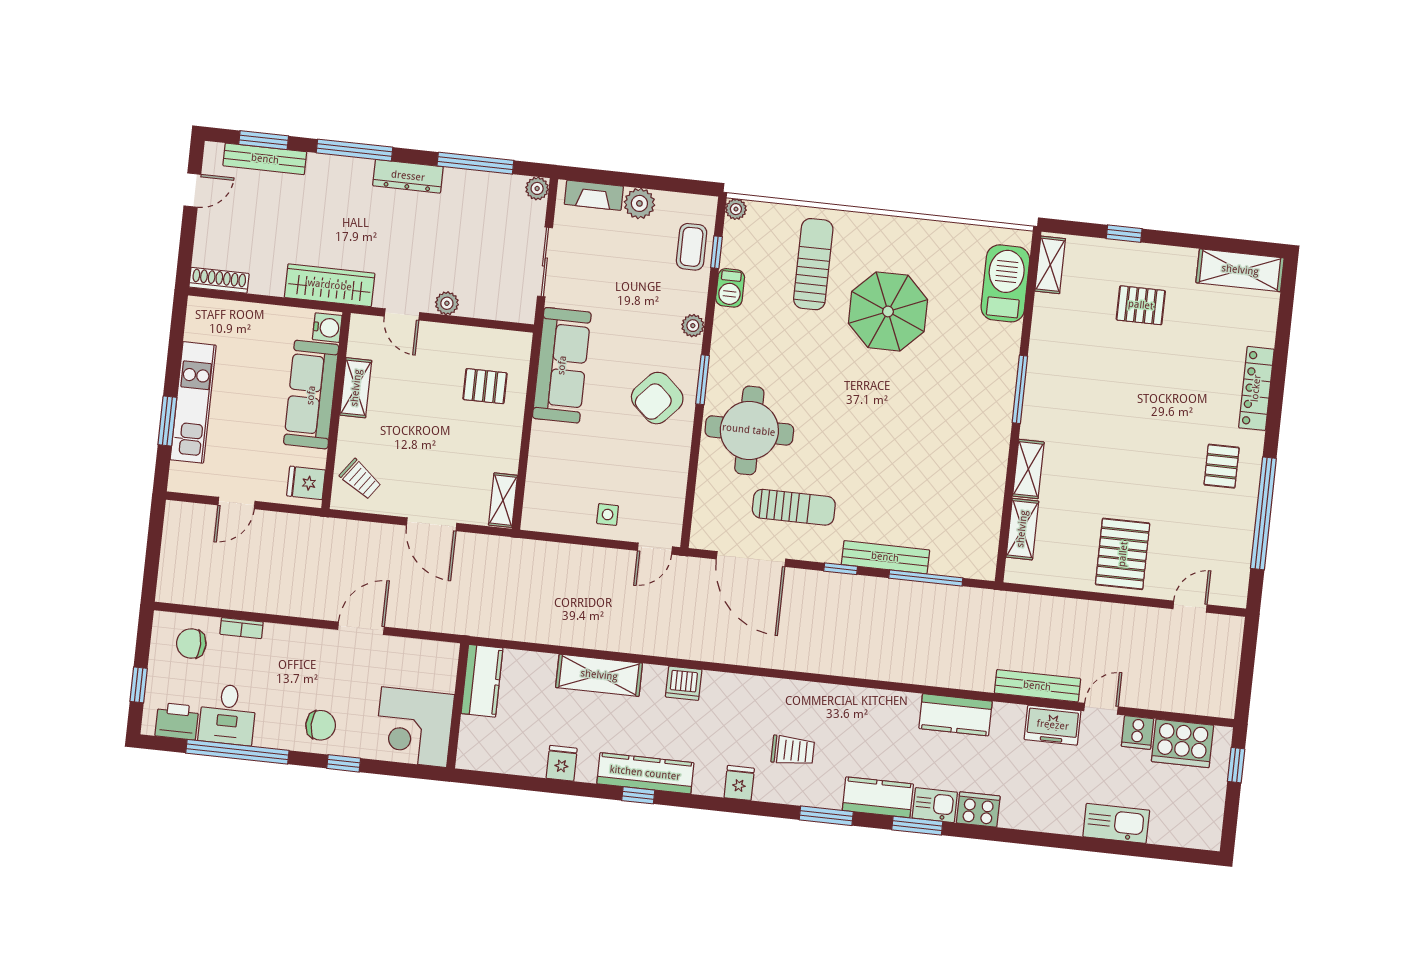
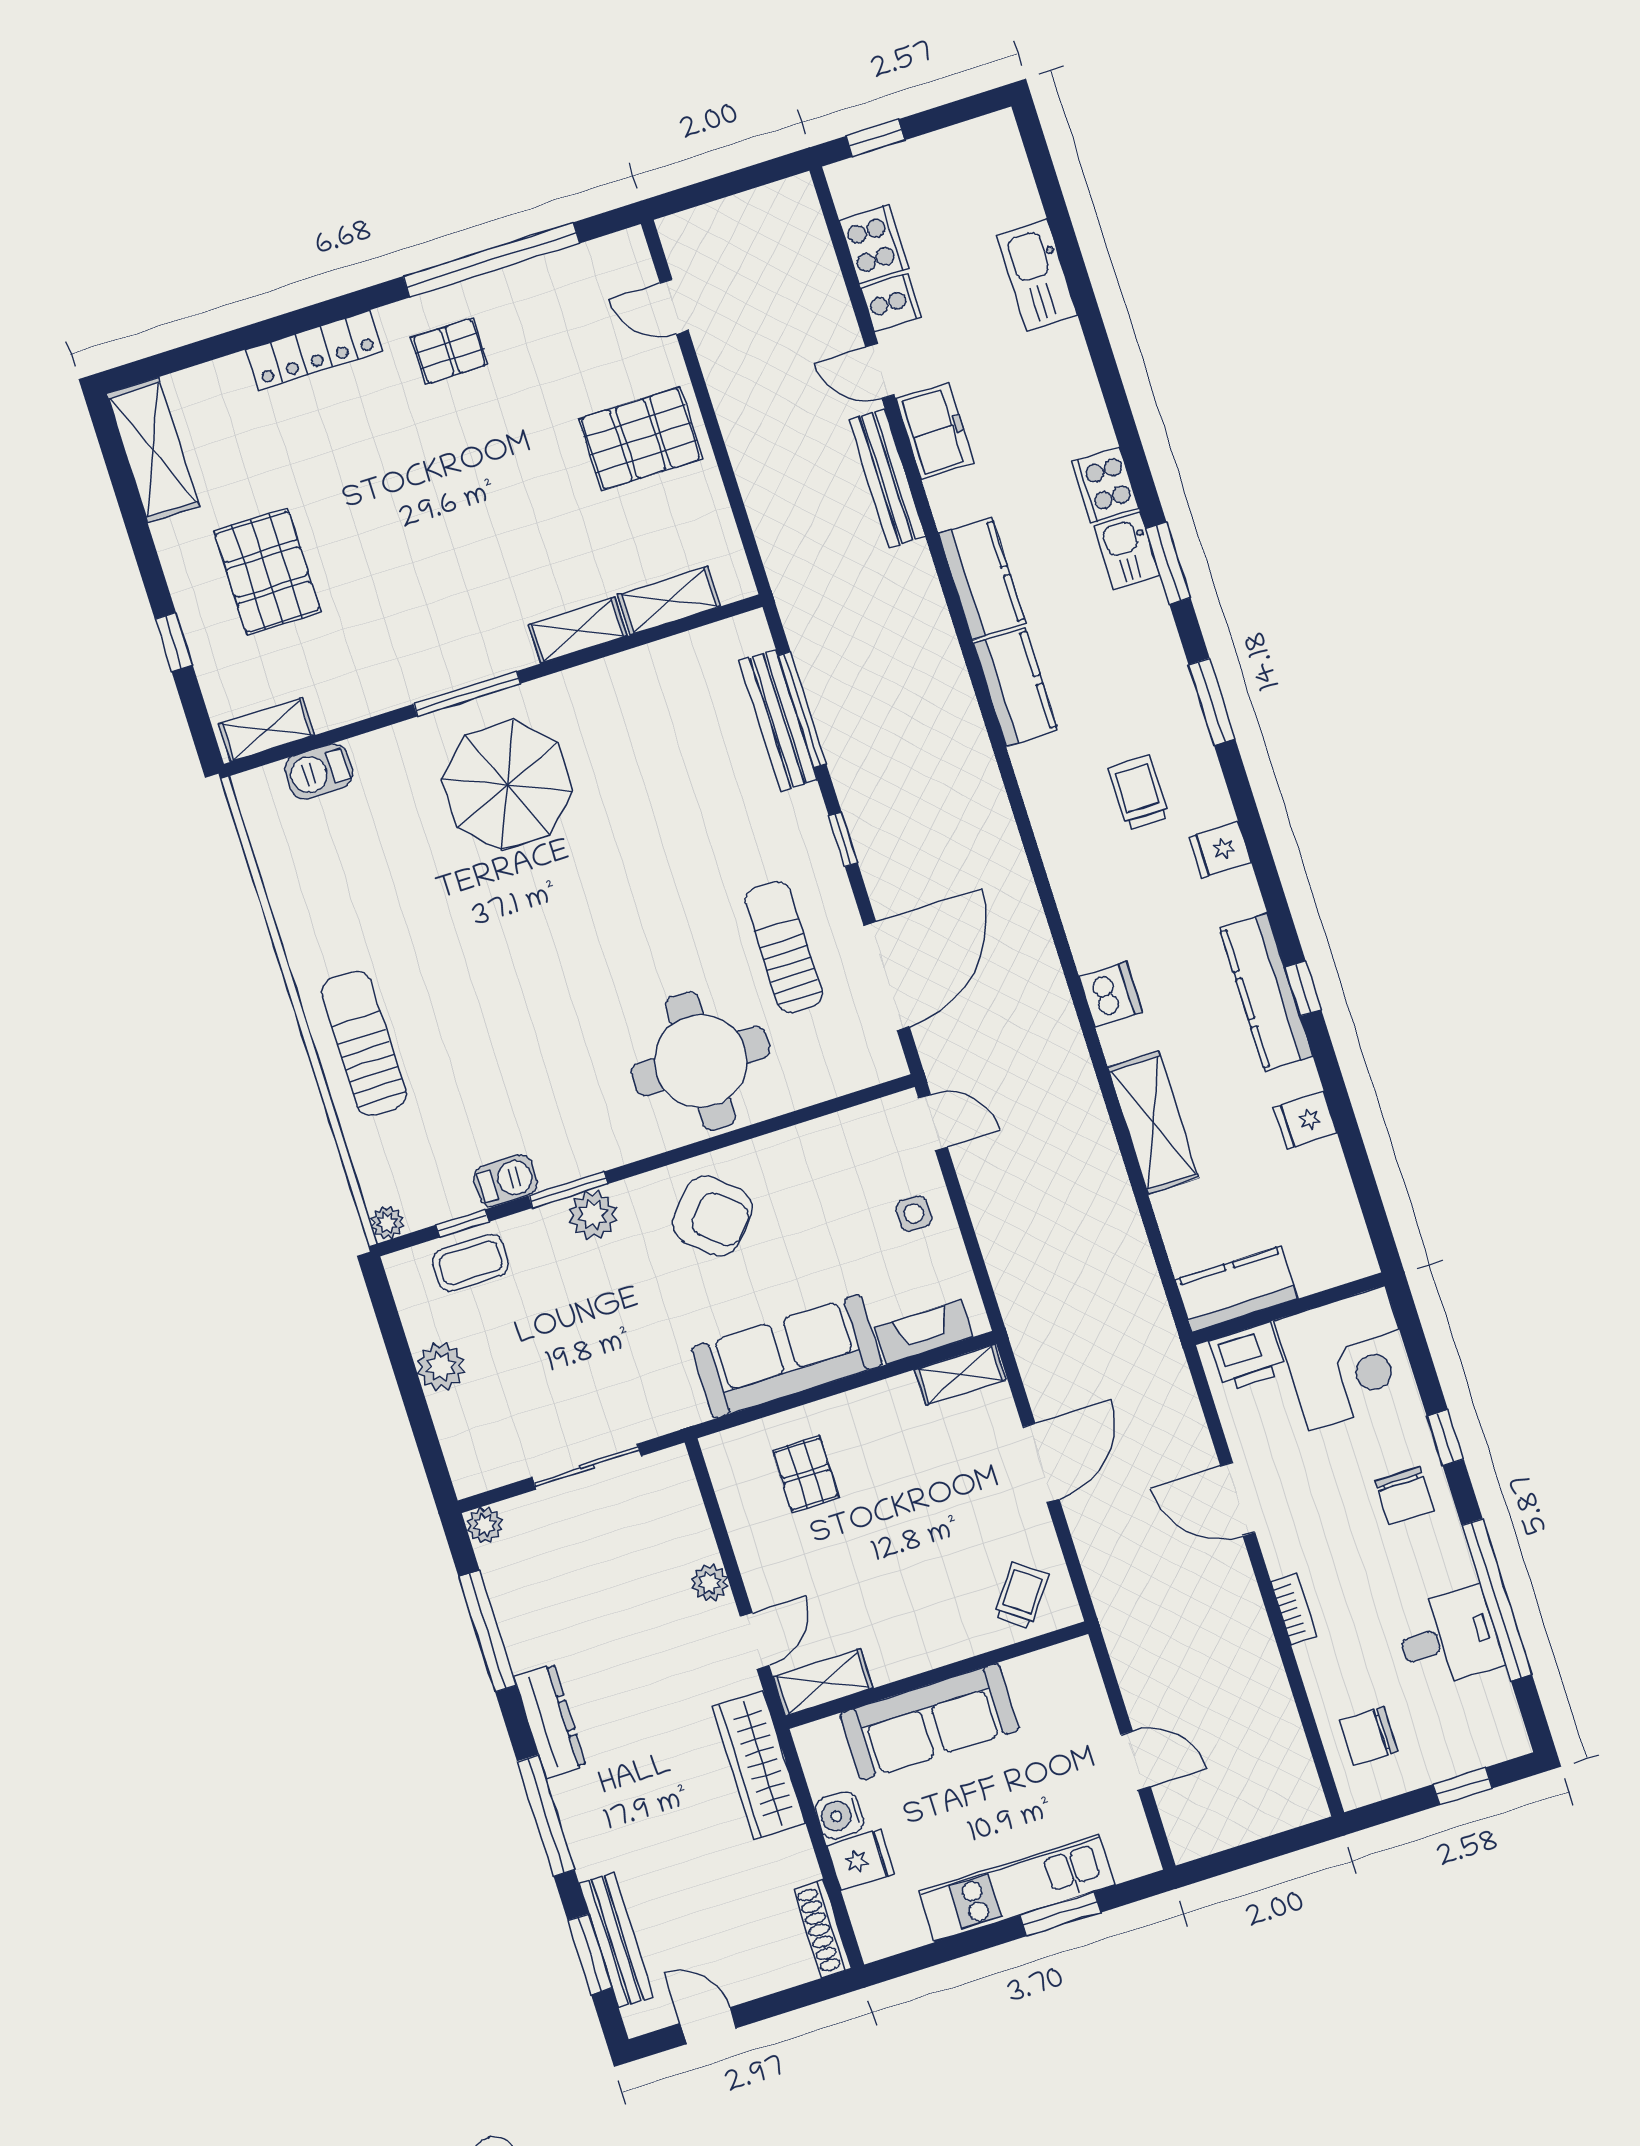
fireplace: (594, 195) -> (924, 1332), moved, turned -90
sun lounger: (813, 264) -> (364, 1043), moved, turned 90
barbecue: (1005, 283) -> (319, 771), width x0.53, depth x0.65
pallet: (1141, 305) -> (267, 572), width x1.50, depth x1.42
parasol: (888, 311) -> (507, 785), moved
plant: (693, 326) -> (593, 1215), width x1.38, depth x1.38
water cooler: (327, 328) -> (840, 1815), moved, turned -90
sofa: (562, 365) -> (787, 1356), moved
window: (703, 380) -> (568, 1190), moved
shelving: (356, 388) -> (823, 1683), moved
fridge: (306, 483) -> (861, 1860), moved, turned -90
bench: (885, 557) -> (778, 720), moved
bookcase: (241, 628) -> (1294, 1609), moved
chair: (191, 643) -> (1369, 1736), turned 90
printer: (177, 721) -> (1248, 1357), moved, turned -90
chair: (321, 725) -> (1405, 1496), turned 180
cooker: (1183, 743) -> (874, 244), width x0.73, depth x0.76
kitchen counter: (878, 797) -> (1015, 687), moved, turned 180

